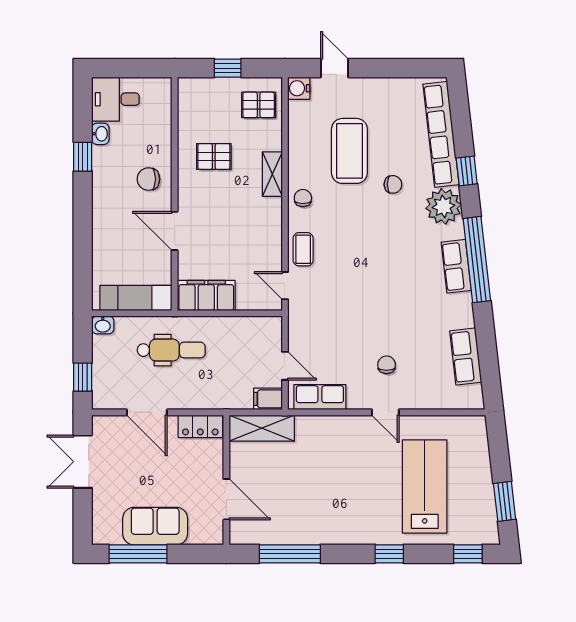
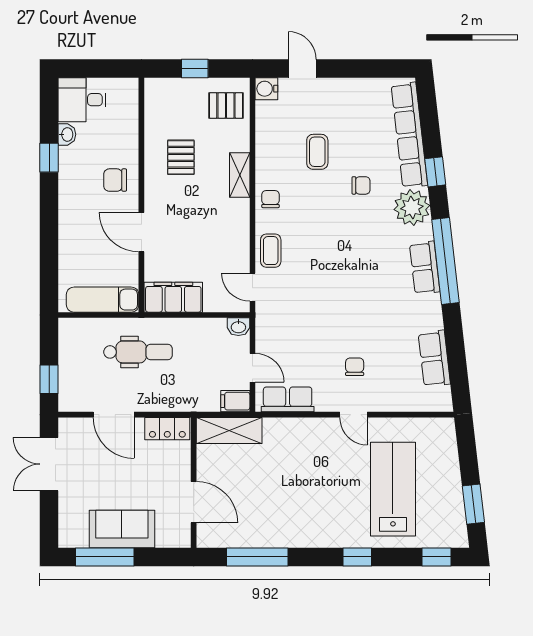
coffee table: (349, 151) -> (317, 152), width x0.54, depth x0.58
pallet: (214, 156) -> (181, 157), turned 90
washbasin: (103, 325) -> (238, 327), moved

